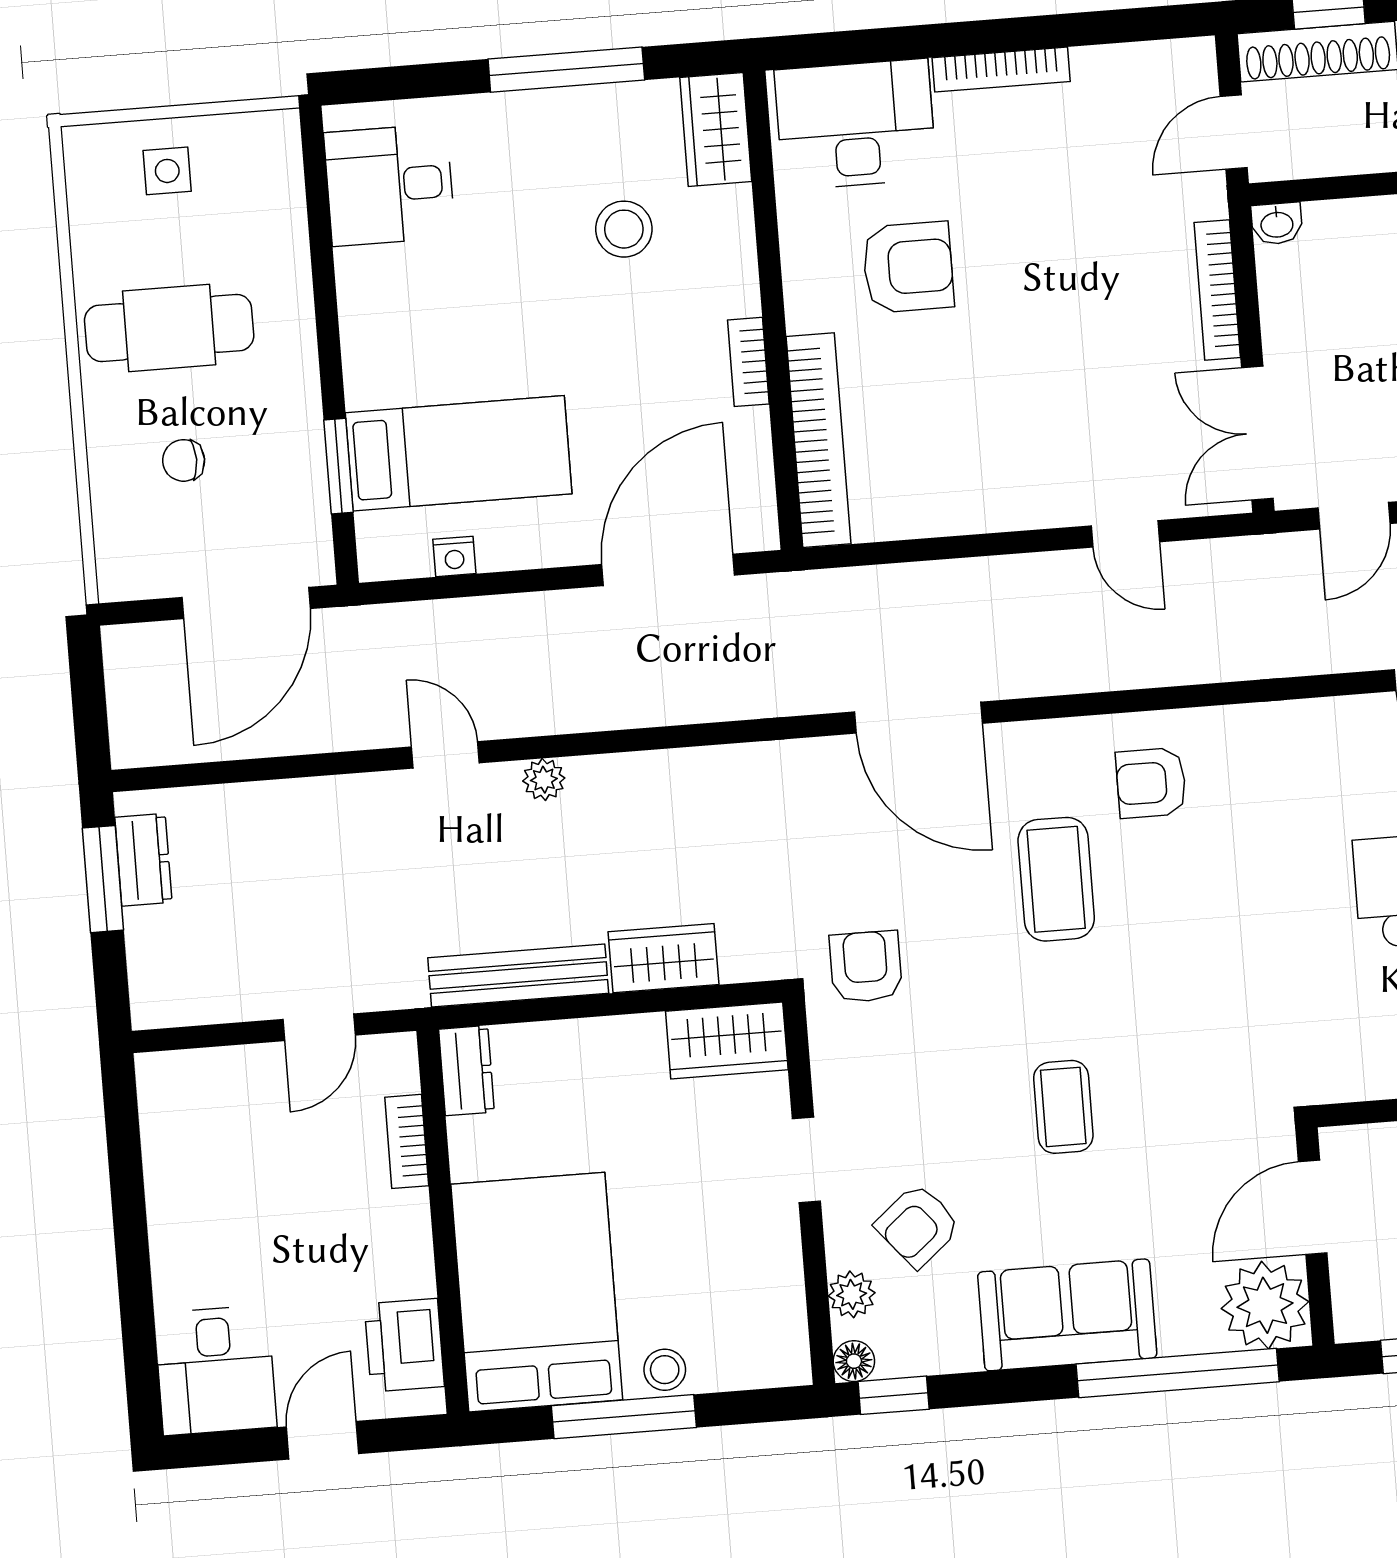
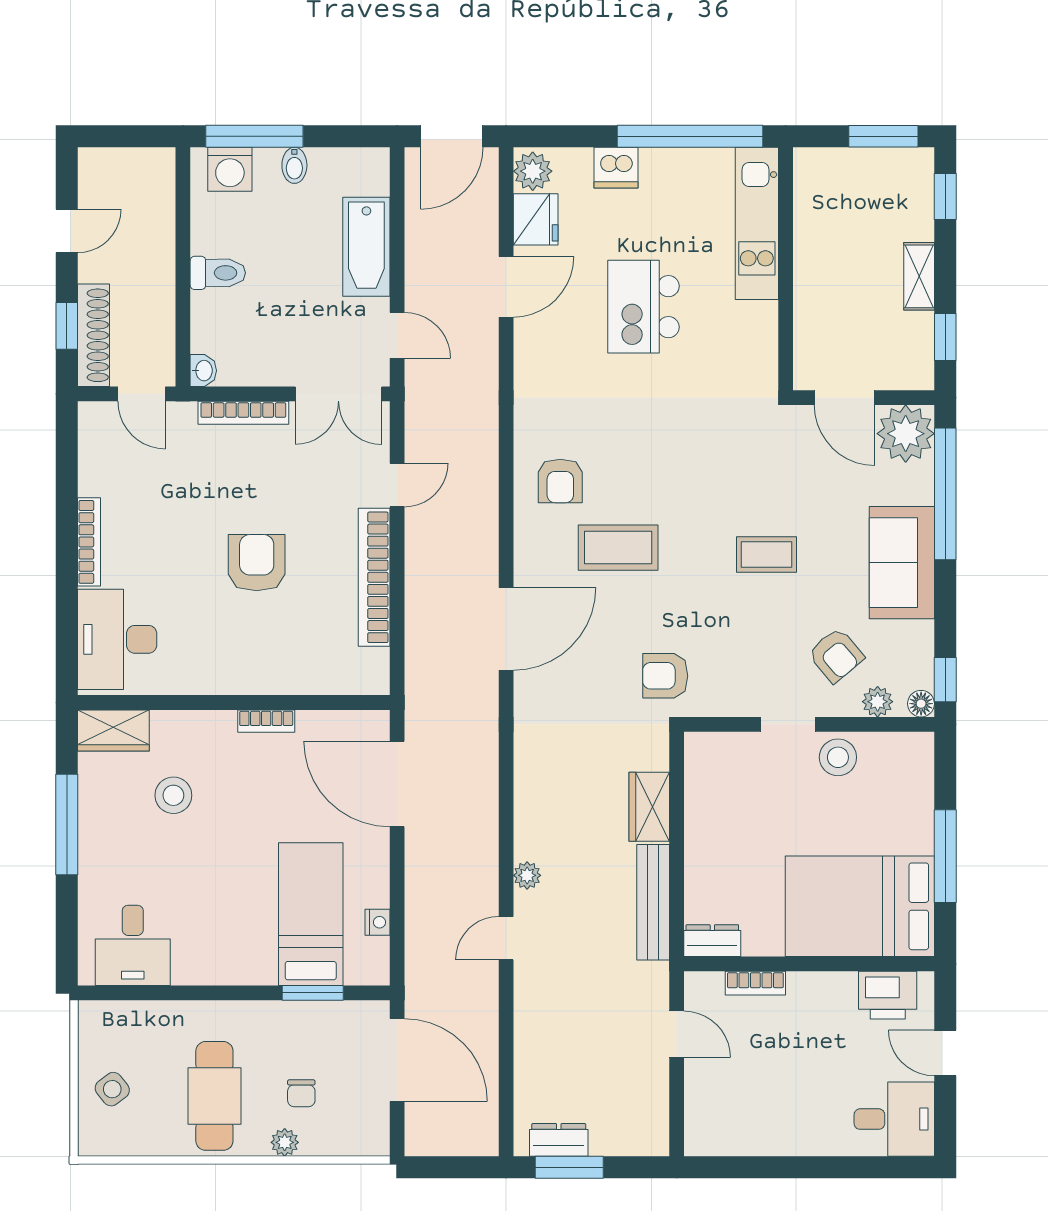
side table: (167, 171) -> (112, 1089), turned -38
armchair: (908, 267) -> (257, 563), moved
bookcase: (819, 440) -> (374, 577), moved, turned -90
plant: (107, 441) -> (285, 1142), added
wardrobe: (727, 1041) -> (706, 770), removed
stool: (665, 1370) -> (838, 757), moved, width x1.37, depth x1.37

